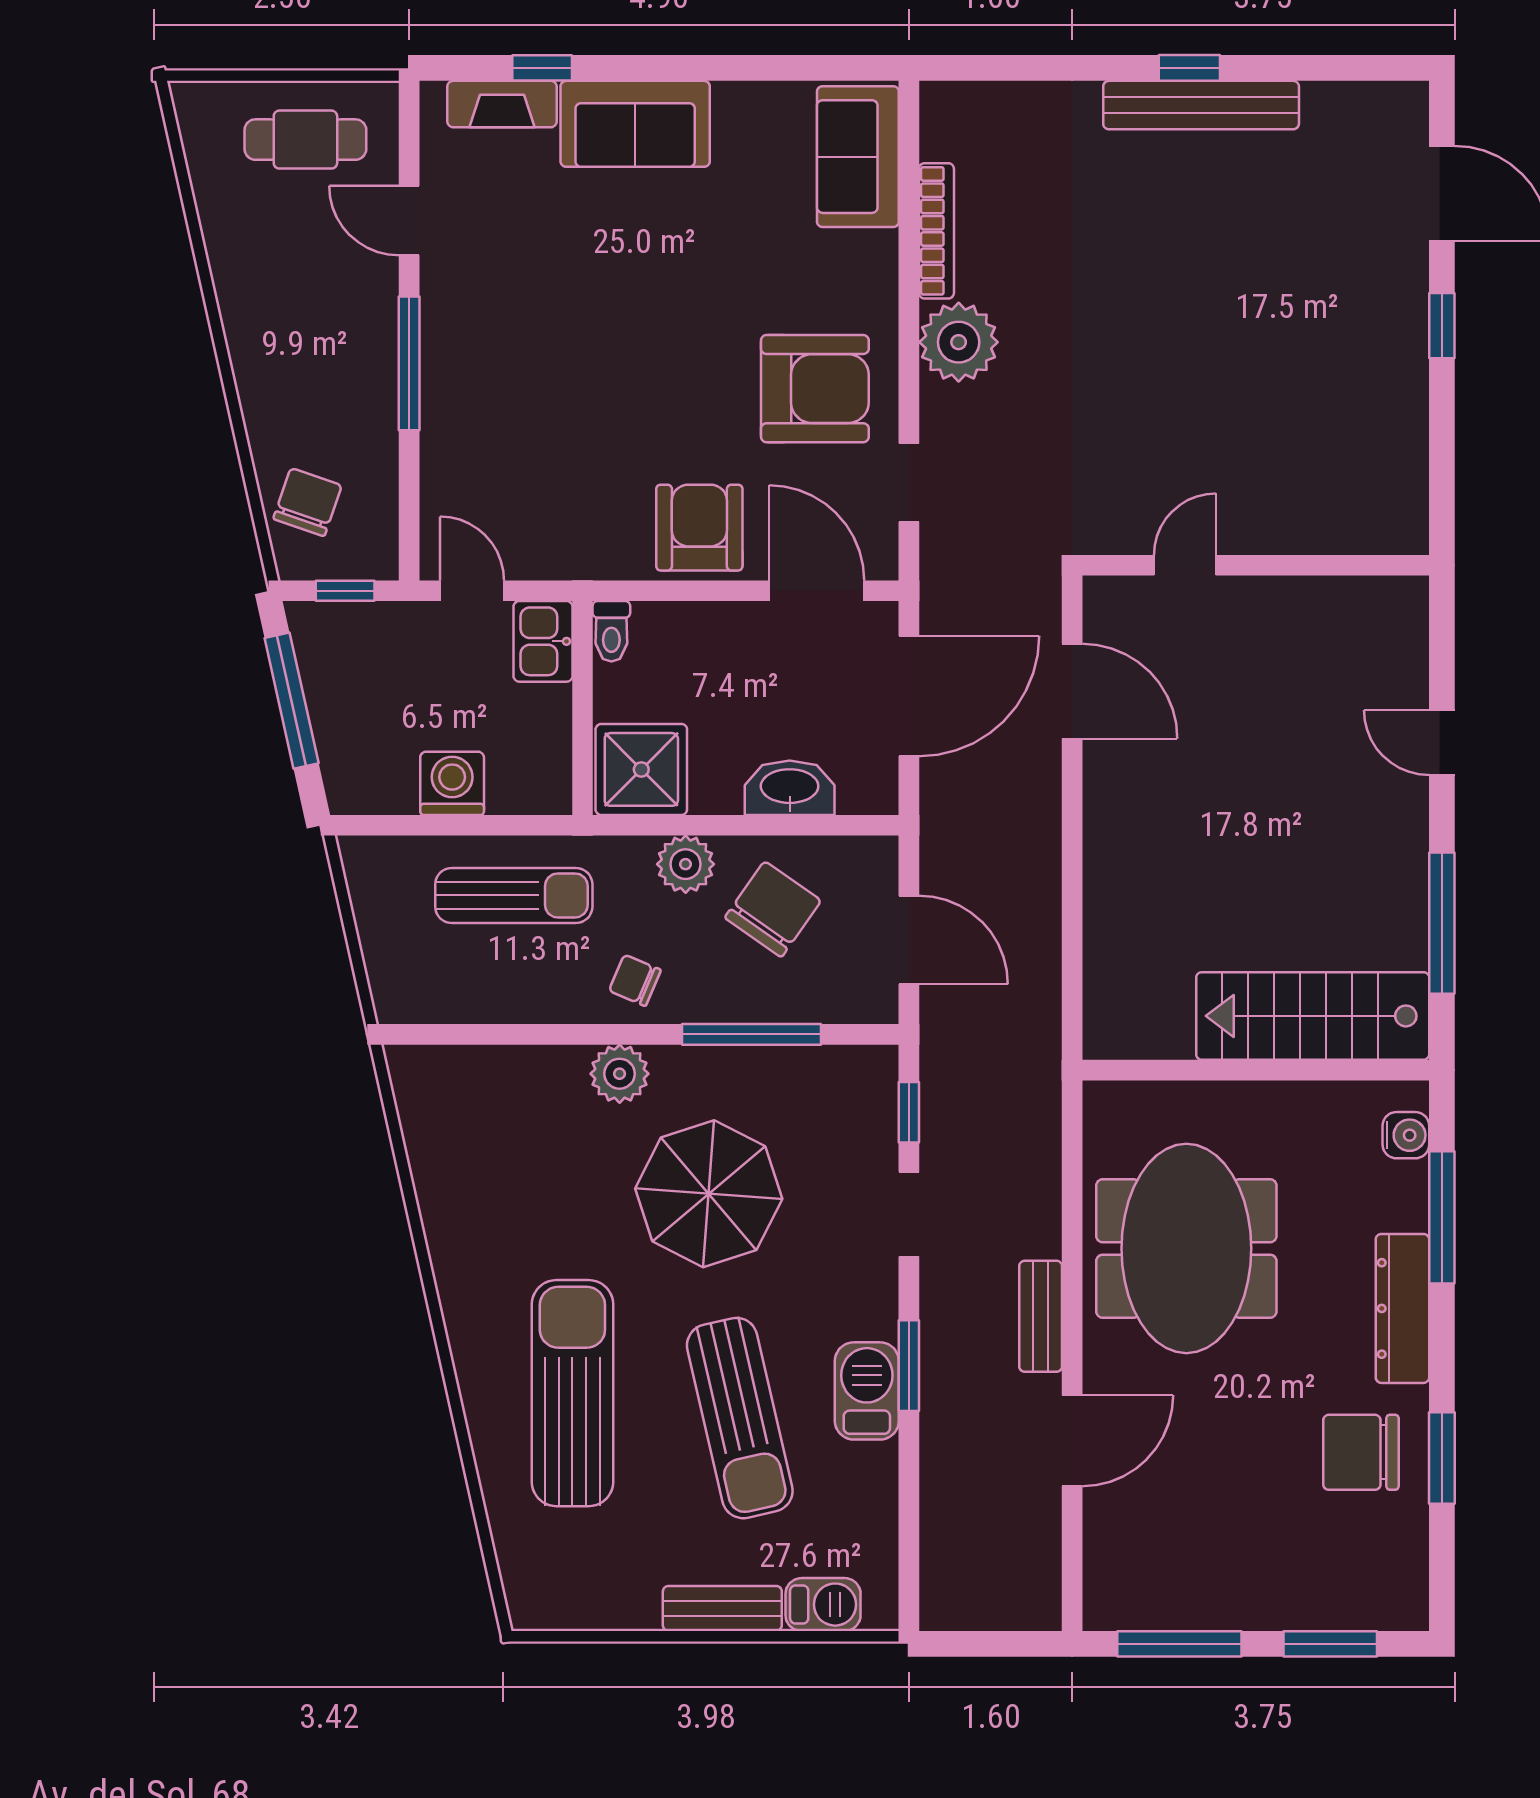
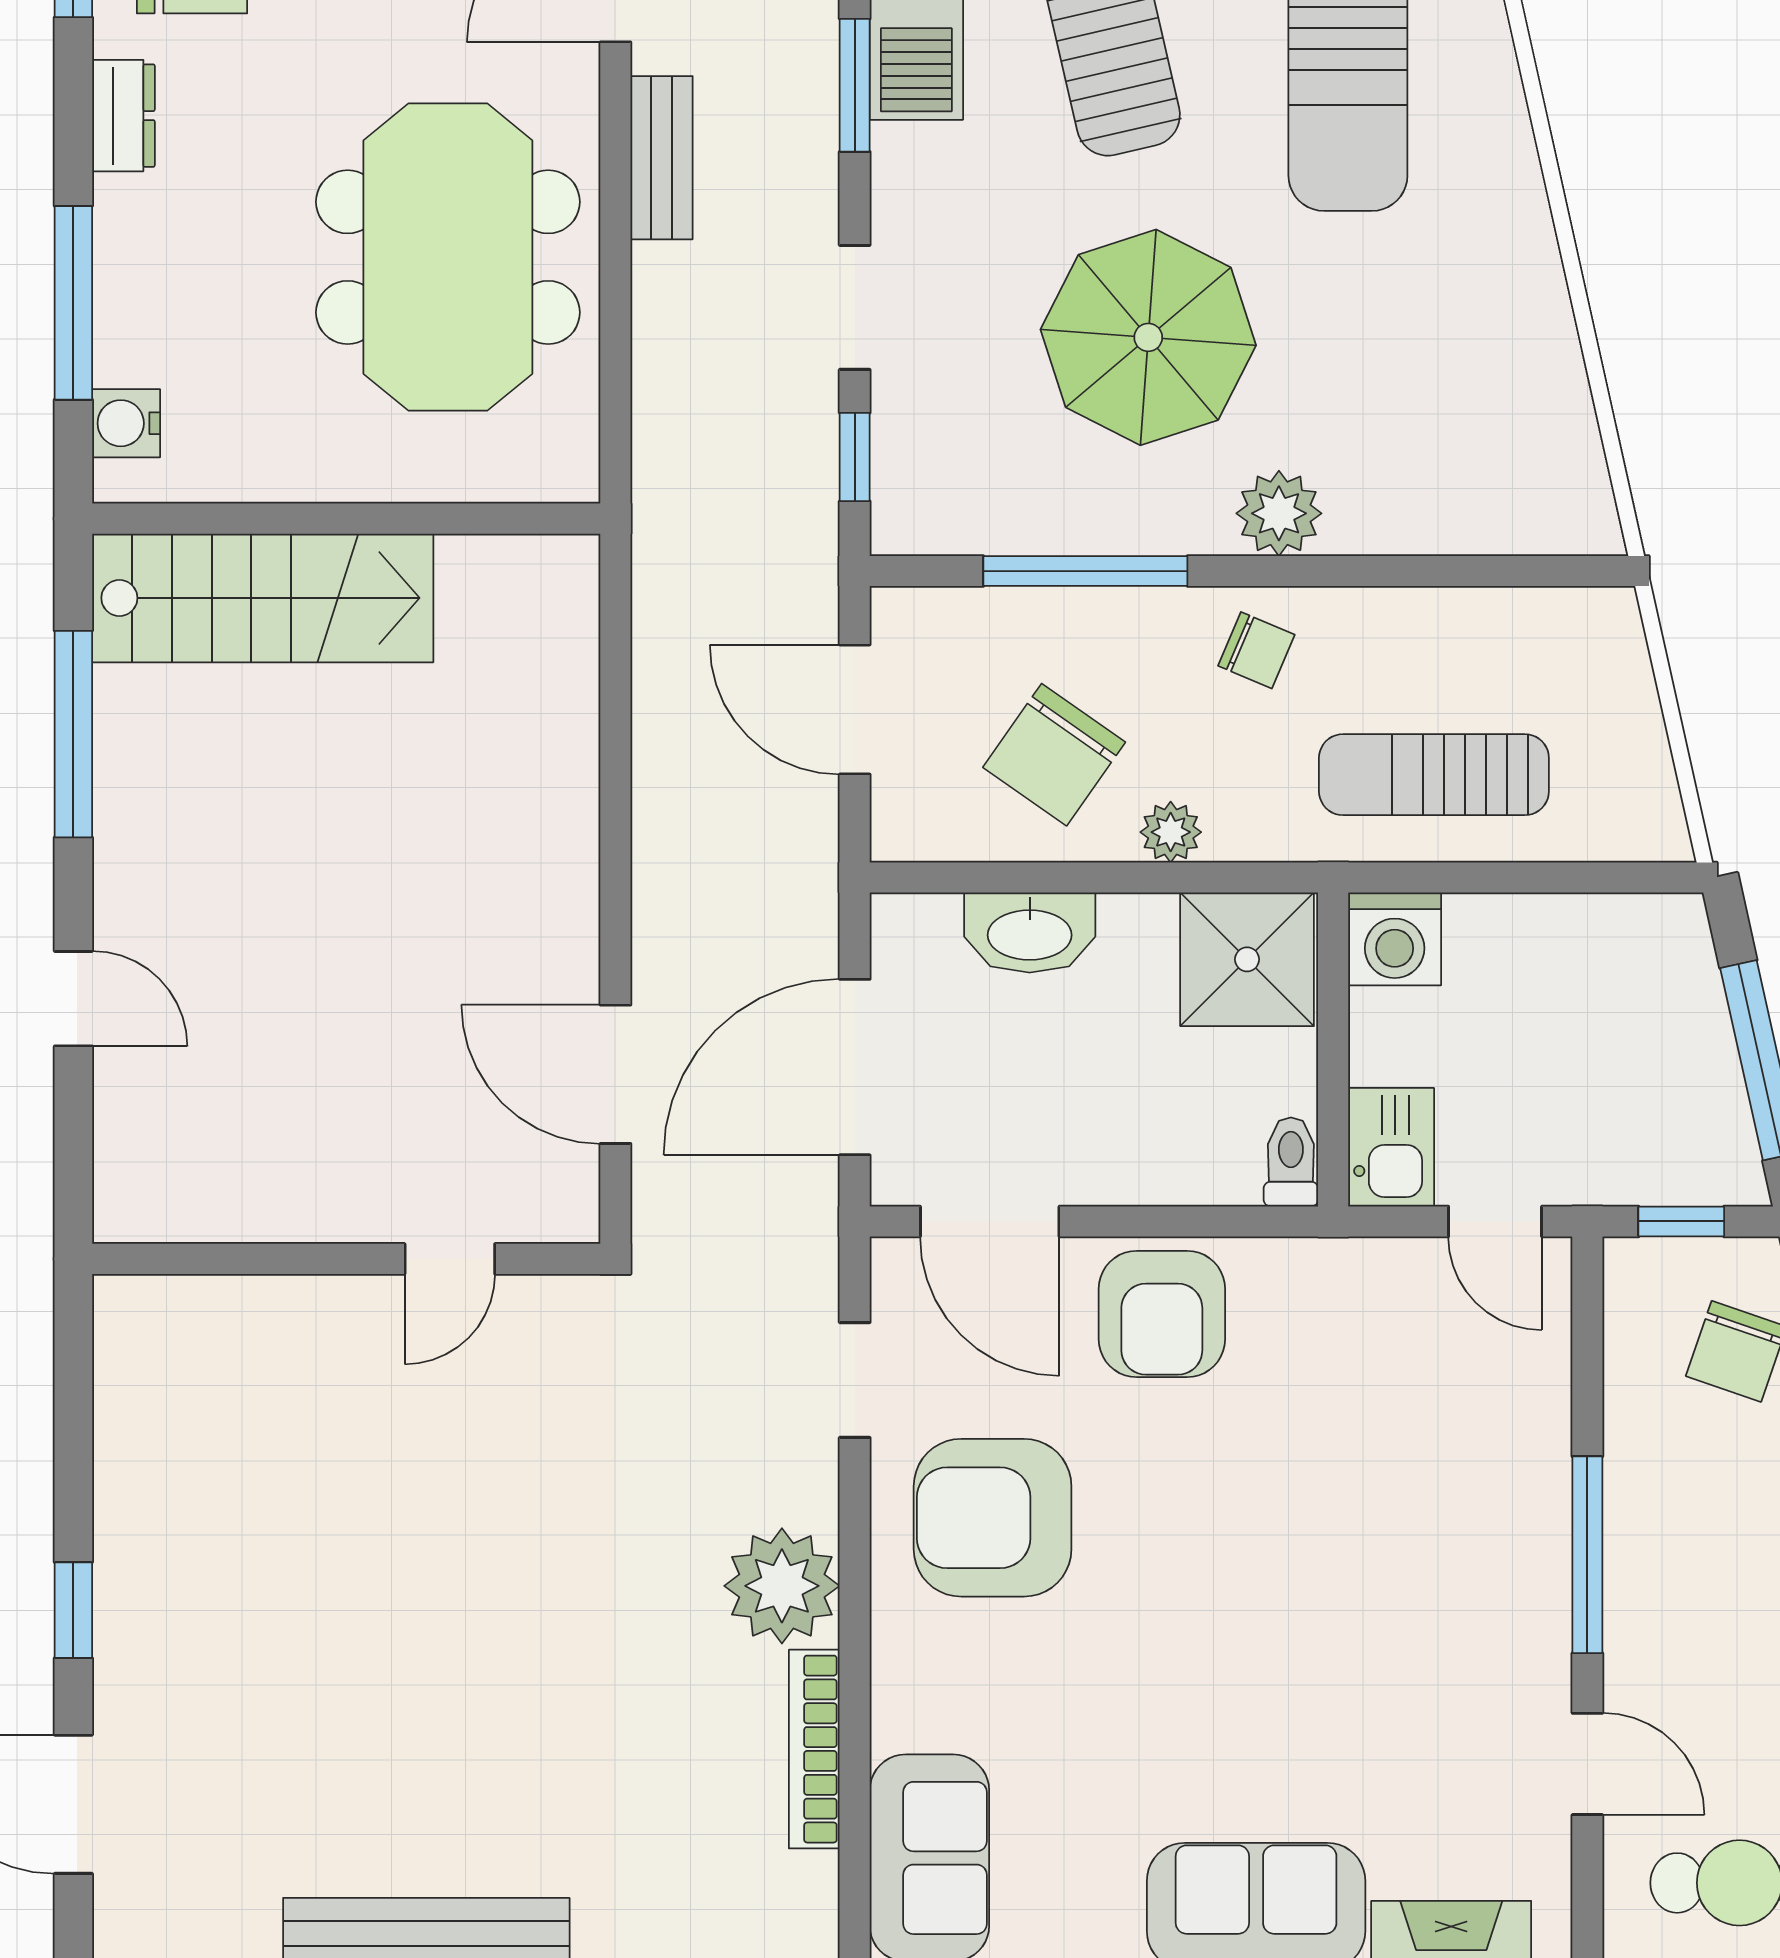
washing machine: (452, 783) -> (1395, 939), moved
plant: (686, 864) -> (1171, 832), width x0.73, depth x0.73
dresser: (1402, 1308) -> (123, 116), width x0.51, depth x0.80

